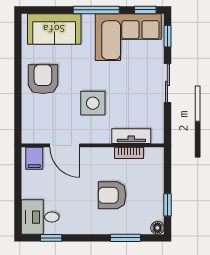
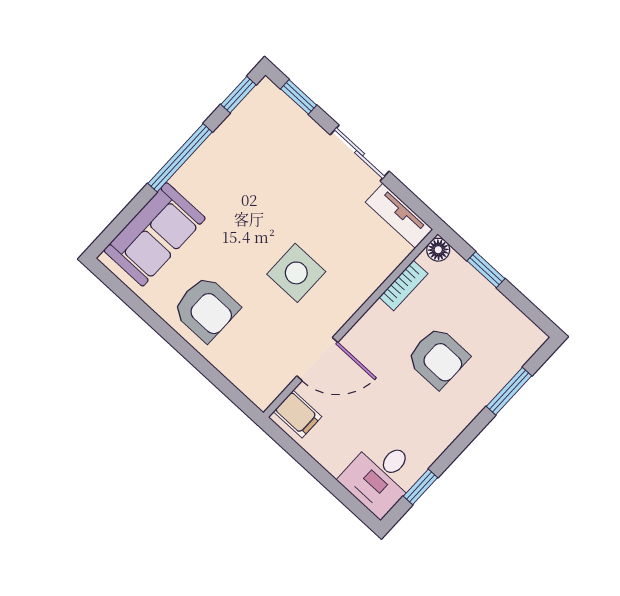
corner sofa: (128, 37) -> (253, 149), removed
armchair: (43, 79) -> (206, 309), turned 180
tv unit: (131, 136) -> (399, 216), moved, turned -90
armchair: (112, 195) -> (438, 358), turned -90
window: (167, 205) -> (486, 270), moved
floor lamp: (157, 228) -> (438, 250), moved

